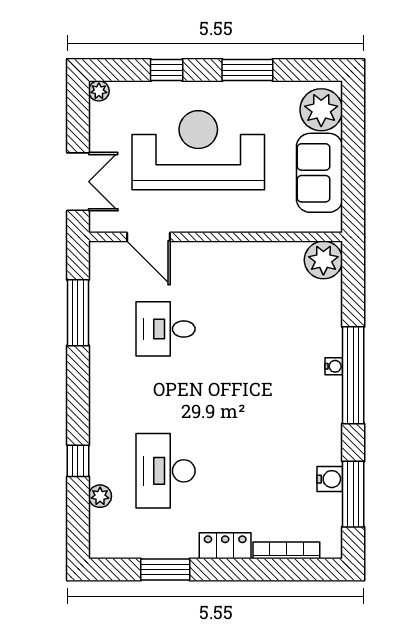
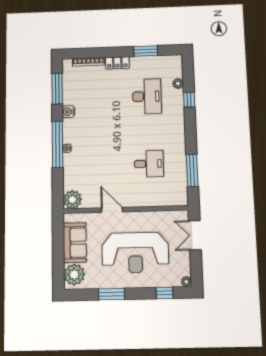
window: (167, 70) -> (164, 293), moved
door: (148, 237) -> (112, 210), moved
water cooler: (330, 479) -> (68, 112), moved

